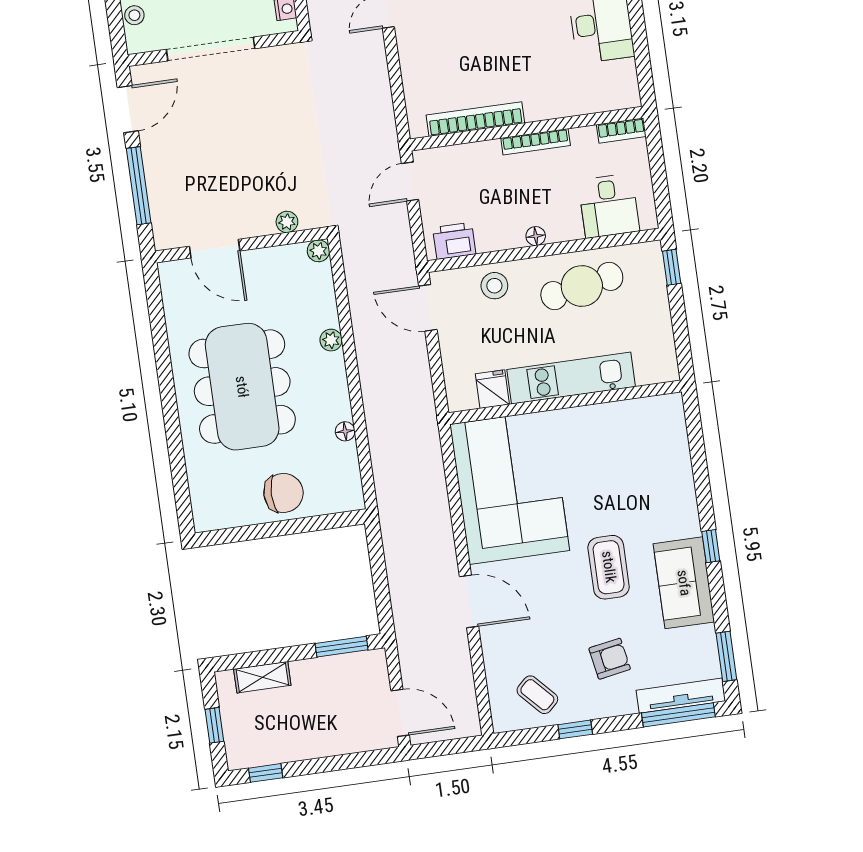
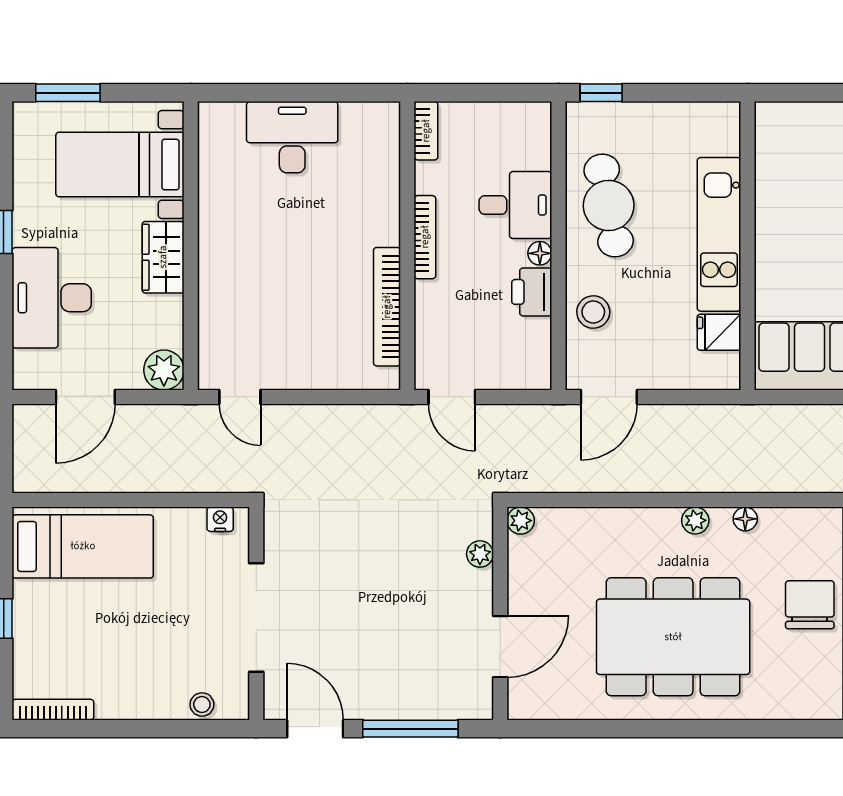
desk: (609, 206) -> (515, 205), moved
printer: (454, 241) -> (532, 292), moved
plant: (331, 340) -> (695, 520), moved

